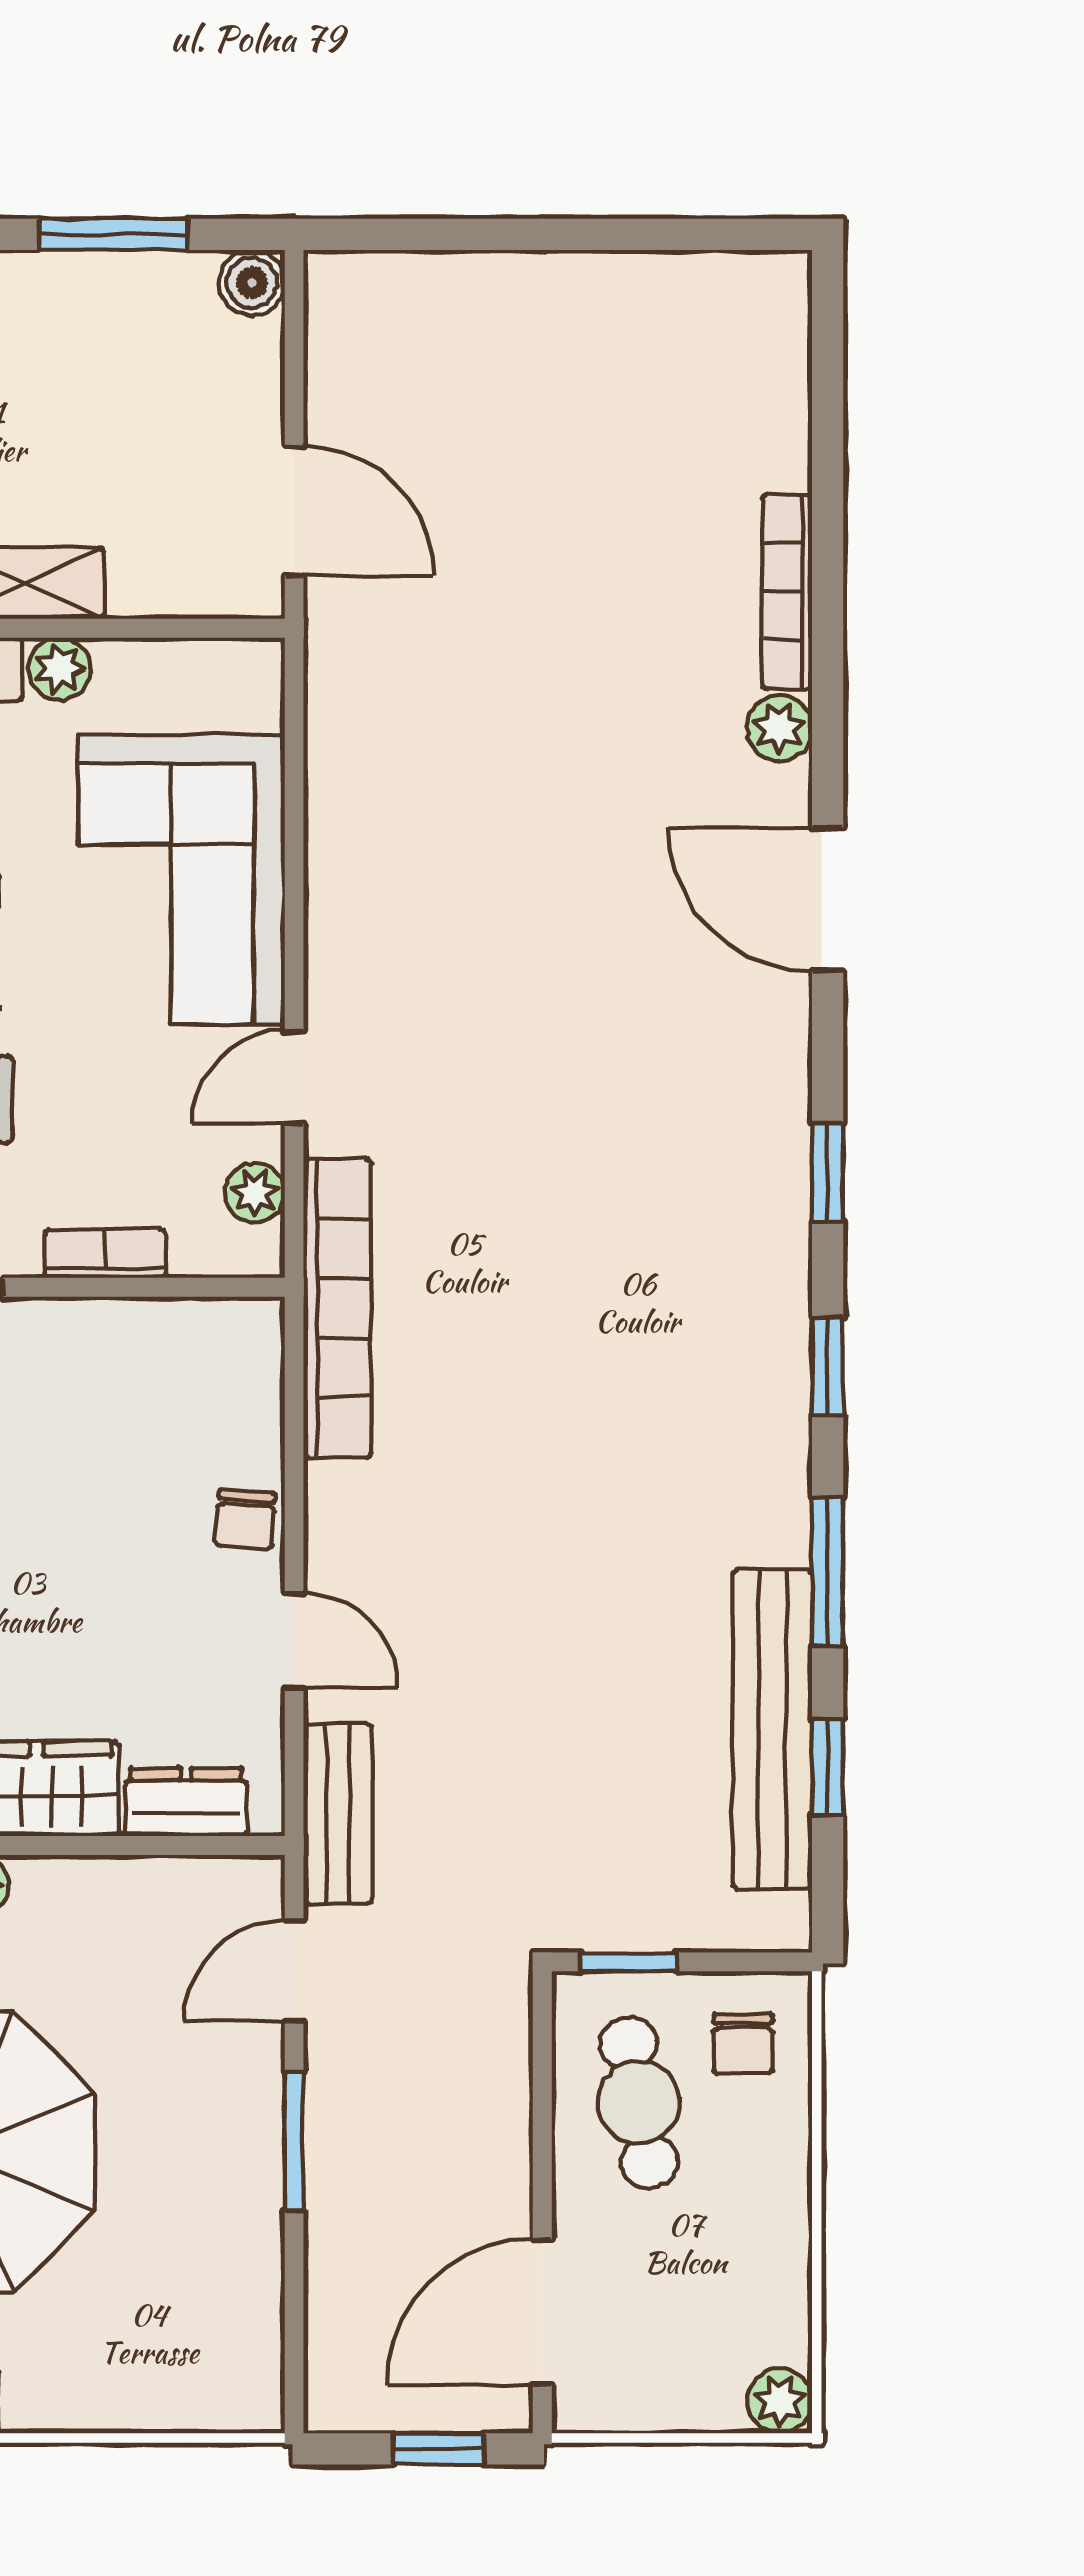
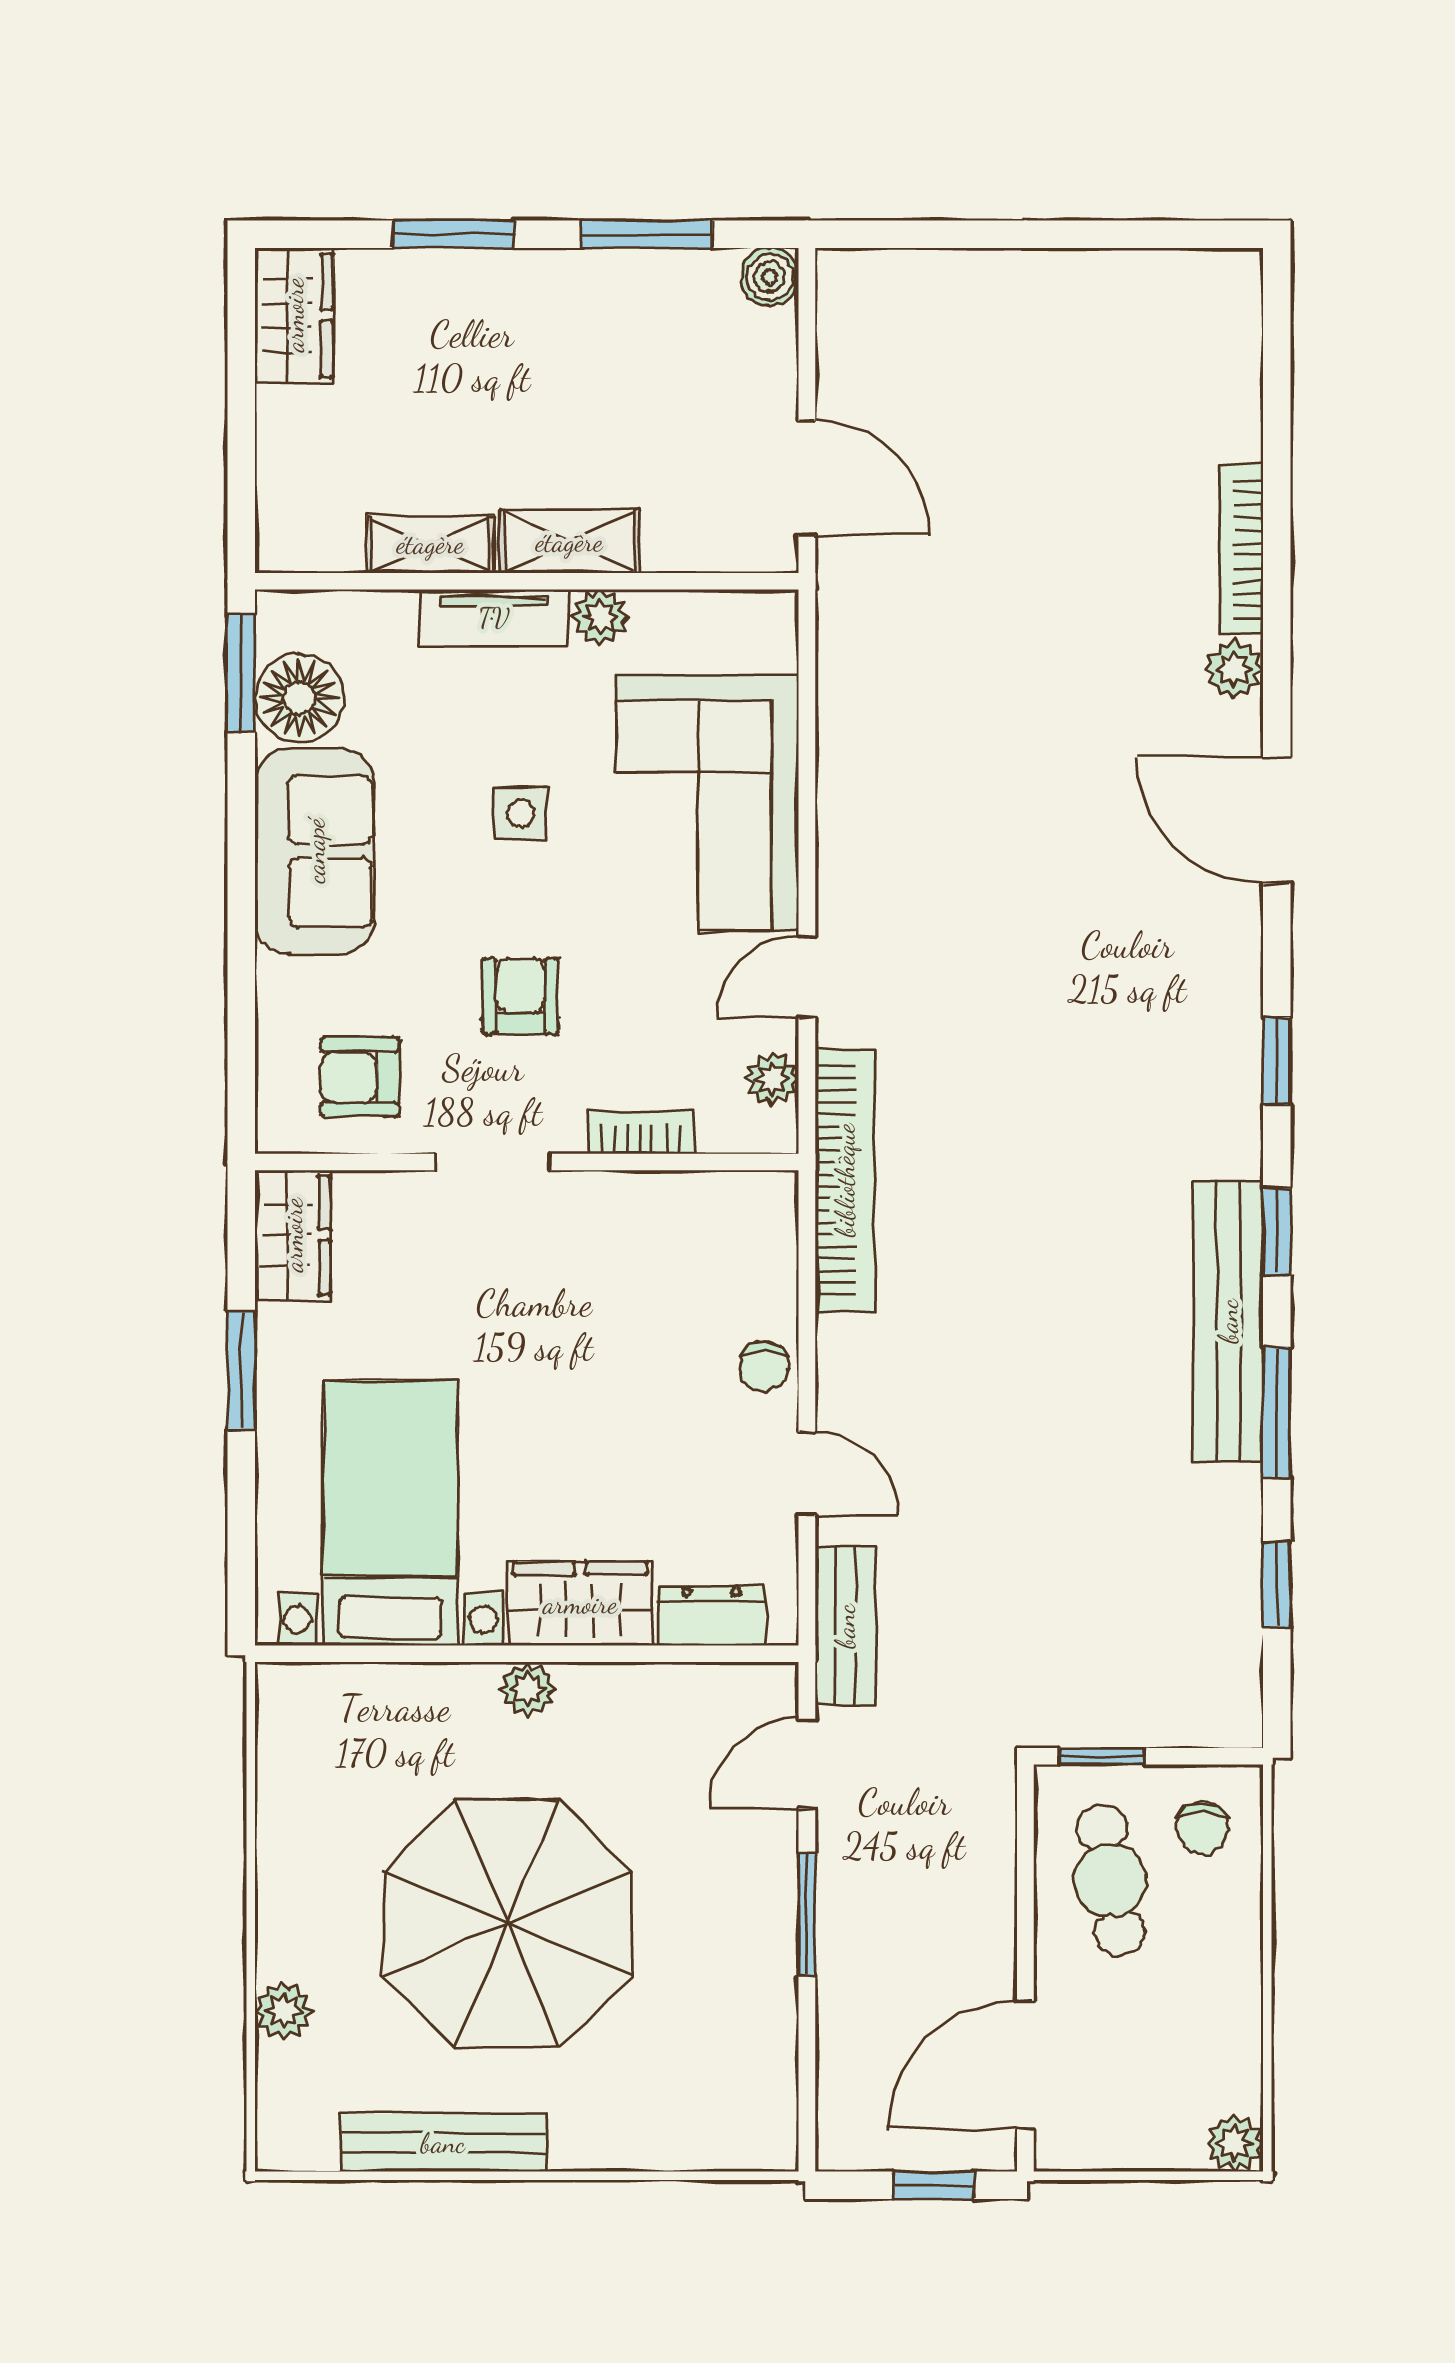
bench: (772, 1729) -> (1228, 1321), moved

